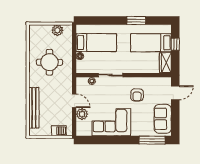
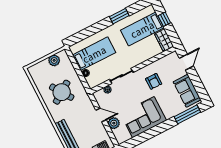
round table: (49, 62) -> (62, 92), turned -34

